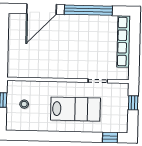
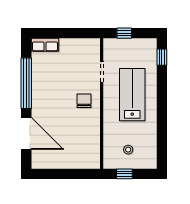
row of seats: (124, 42) -> (45, 45), width x0.50
chair: (71, 64) -> (84, 101), added

